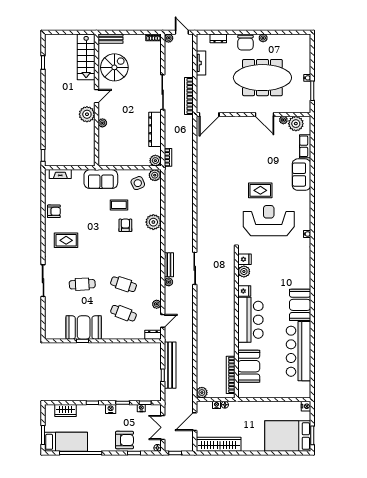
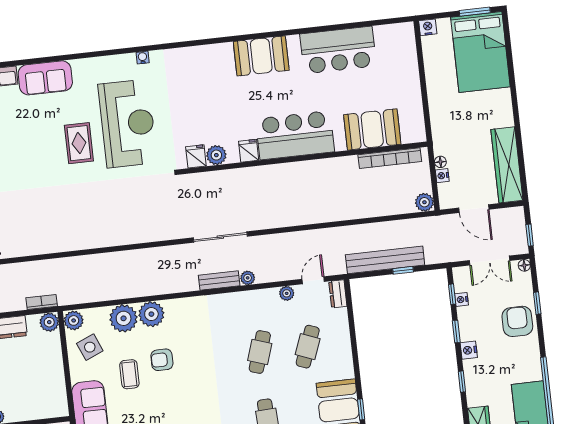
plant: (153, 205) -> (124, 318), added
reception desk: (269, 221) -> (128, 123), turned 180
door: (163, 321) -> (313, 280), hinge flipped
bar counter: (298, 351) -> (338, 50), width x0.73

